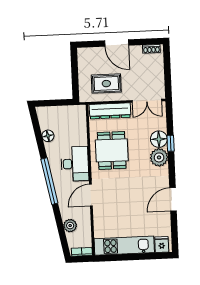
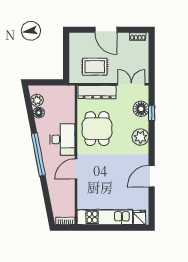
double door: (147, 101) -> (131, 84), swing flipped
floor lamp: (159, 139) -> (141, 109), moved
window: (171, 143) -> (152, 113), moved
plant: (70, 226) -> (37, 100), moved

